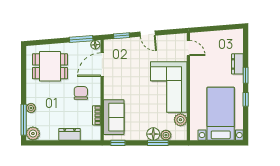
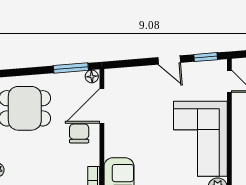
window: (121, 36) -> (206, 57), moved
chair: (81, 93) -> (79, 133), moved

